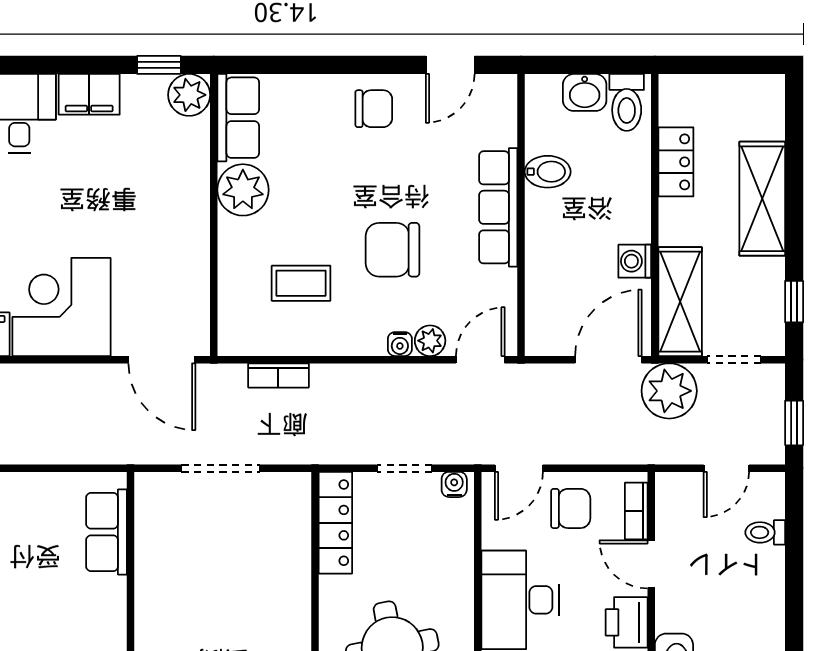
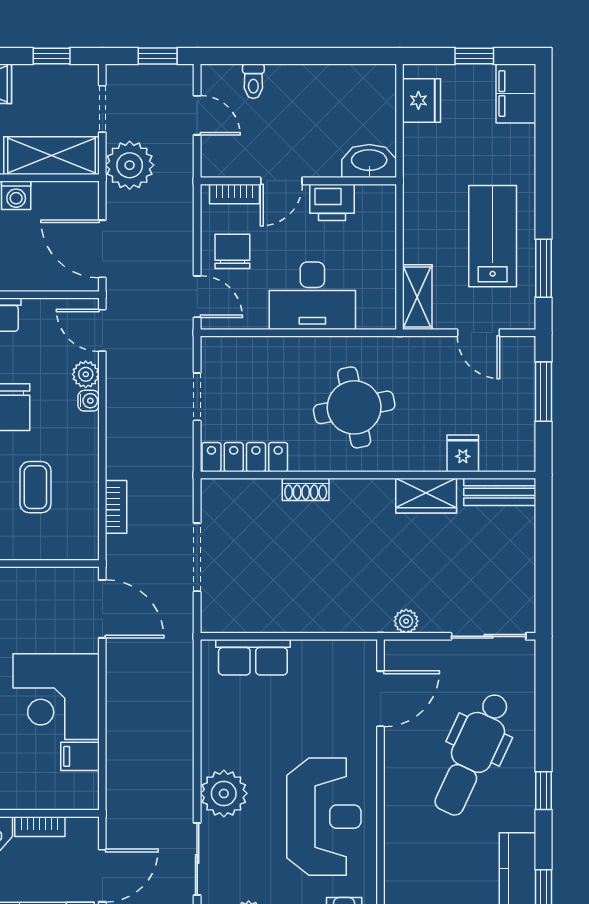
door: (162, 360) -> (102, 609), hinge flipped
door: (608, 360) -> (102, 249), moved
water cooler: (454, 484) -> (211, 353), removed
shoe rack: (298, 592) -> (306, 489), added

